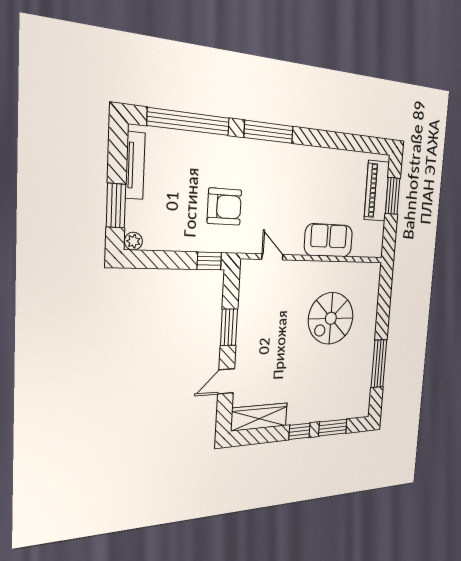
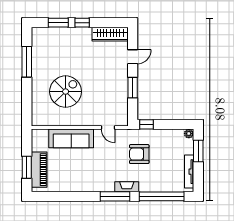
fireplace: (249, 147) -> (127, 187), added
sofa: (329, 240) -> (71, 138), width x1.36

